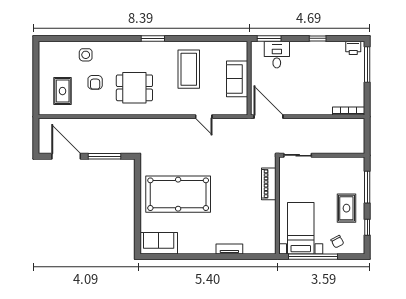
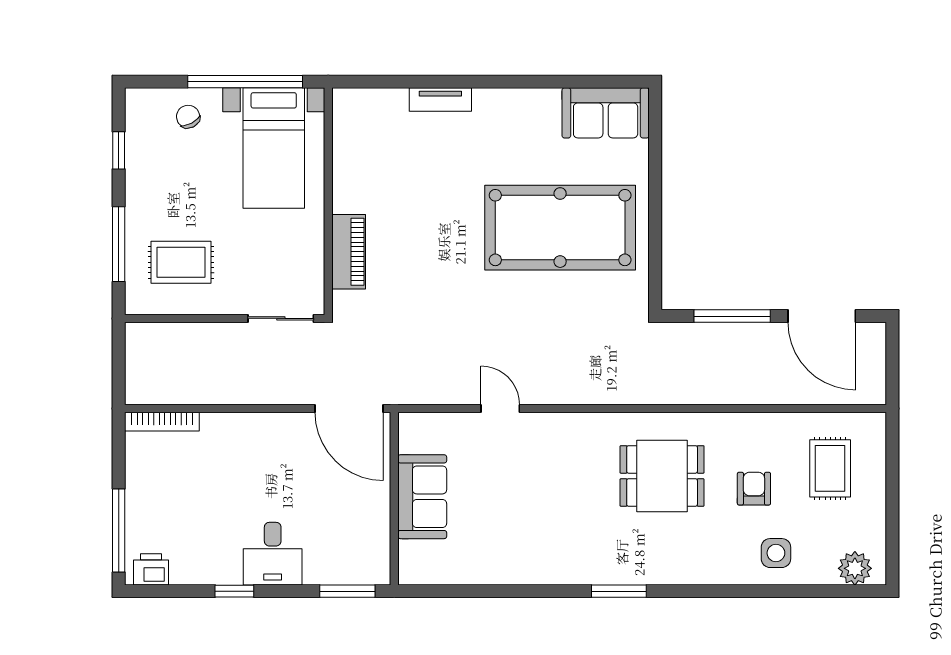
plant: (52, 48) -> (855, 568), added
desk: (277, 55) -> (273, 554), moved
coffee table: (189, 69) -> (535, 520), removed
rug: (346, 208) -> (181, 262), moved, turned 90

